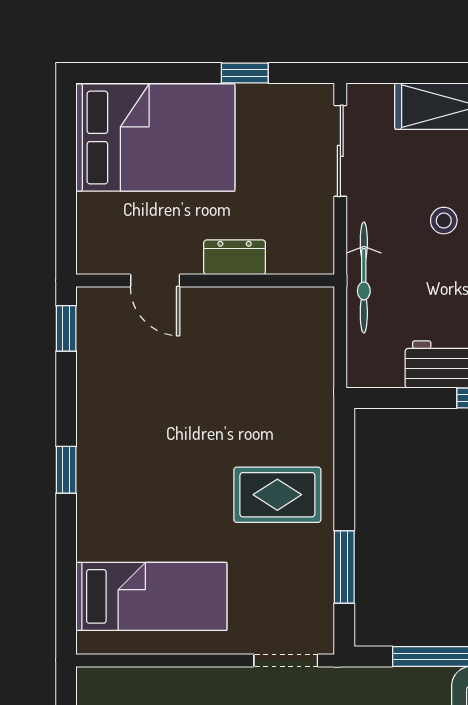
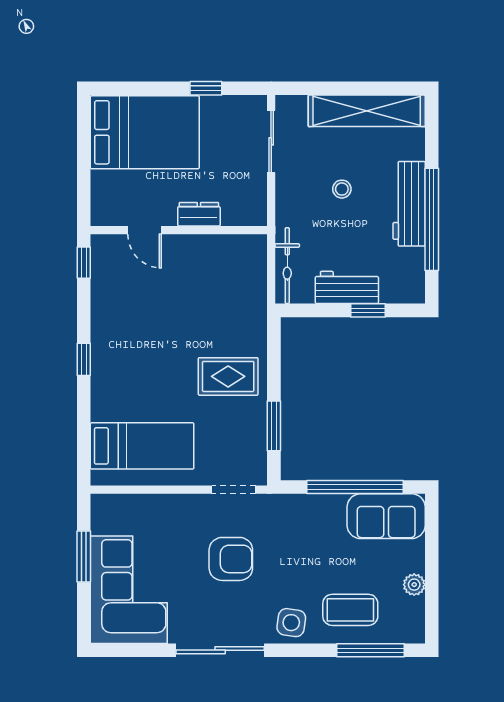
bicycle: (364, 278) -> (287, 266), moved

